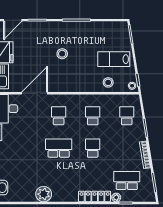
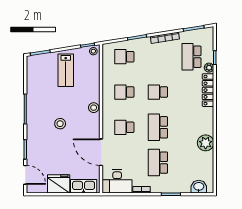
stool: (108, 82) -> (94, 108), moved
school desk: (25, 148) -> (158, 163), added

